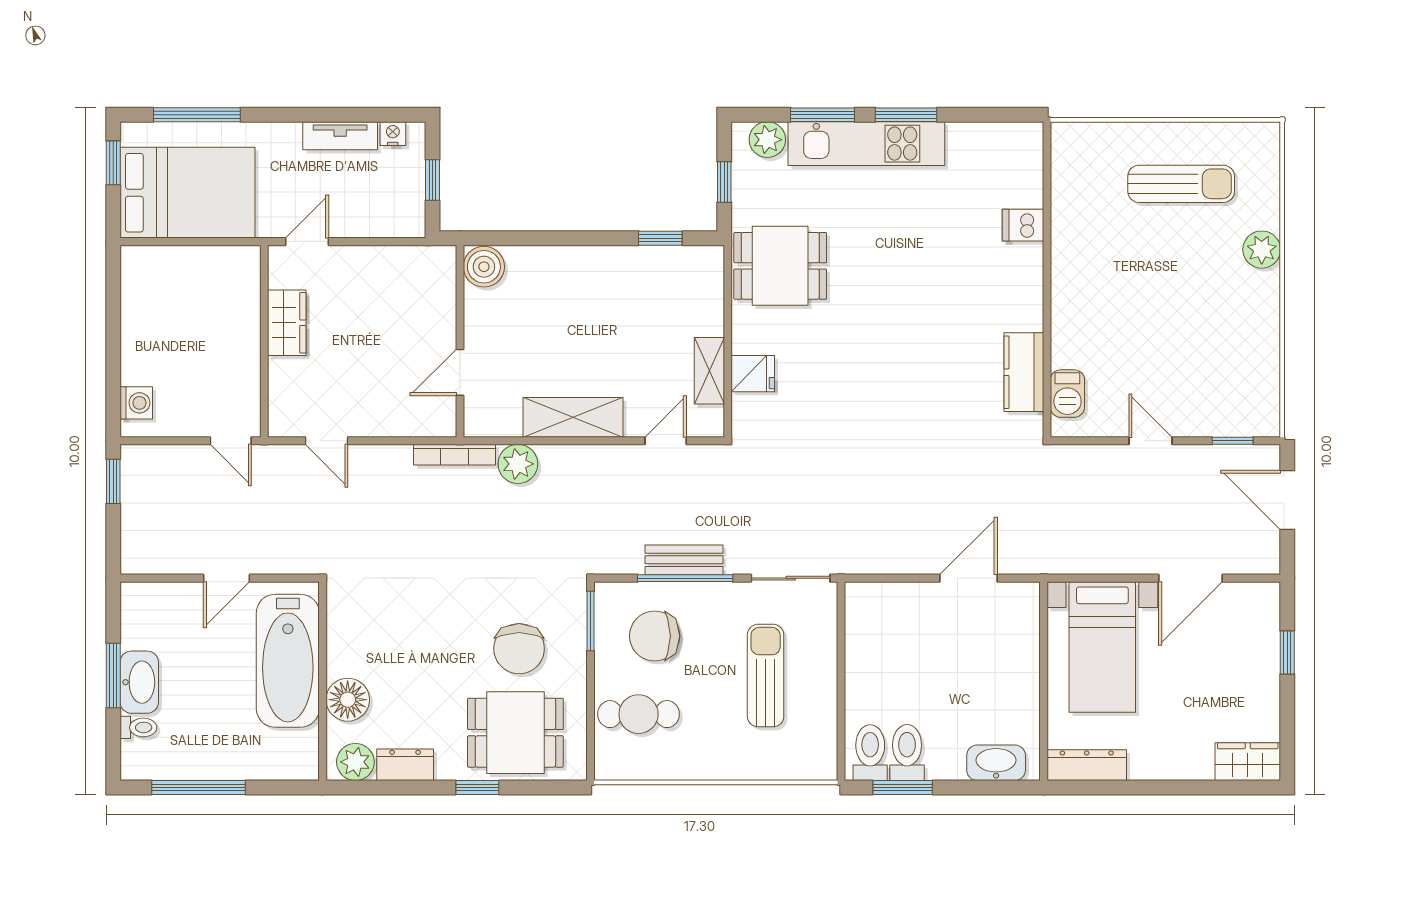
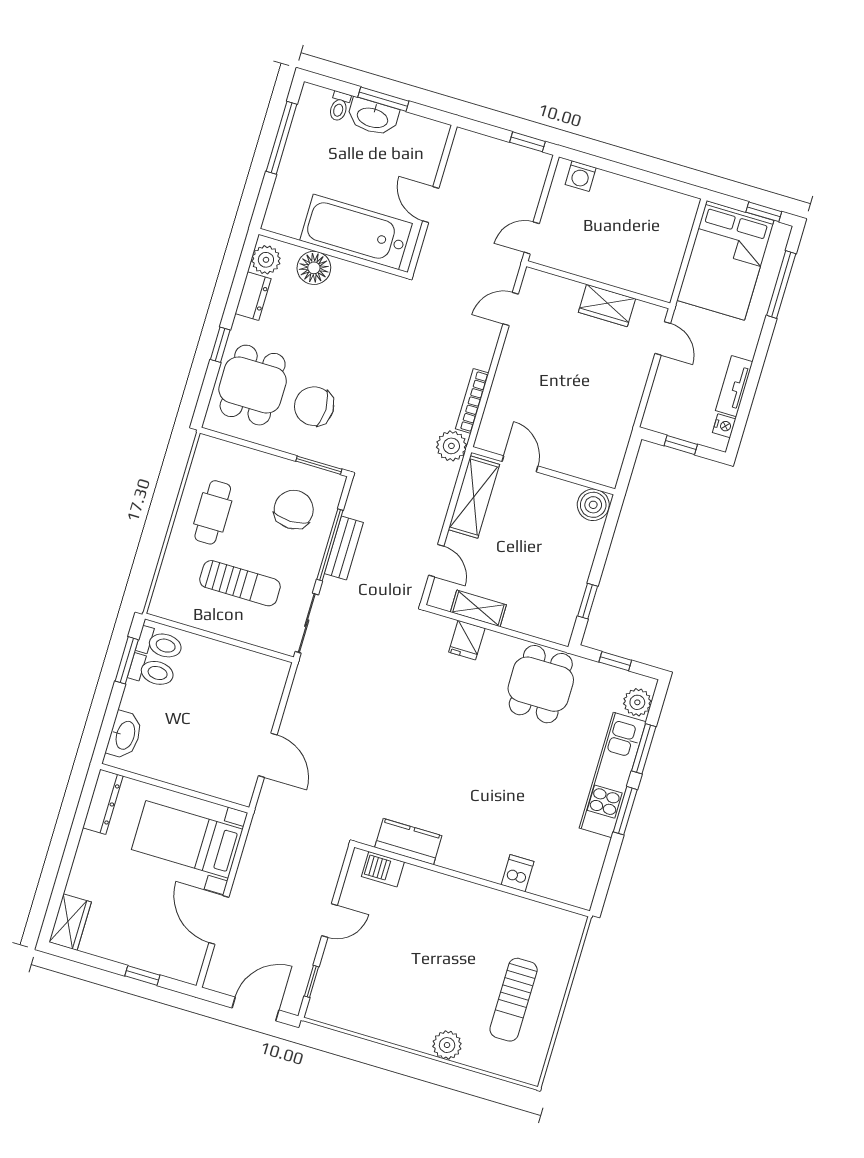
boiler: (484, 267) -> (593, 505), moved
wall: (460, 341) -> (543, 471), moved
door: (460, 372) -> (520, 464), moved
cafe table: (639, 714) -> (213, 512), moved

